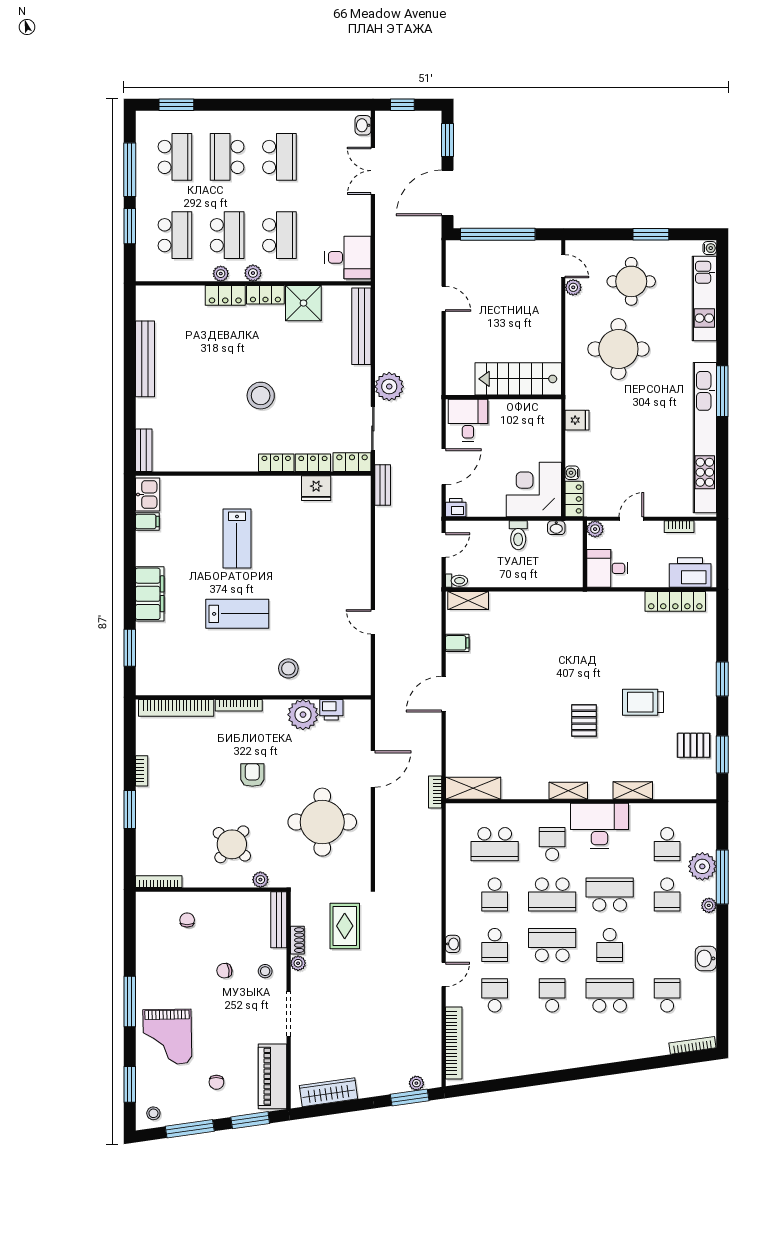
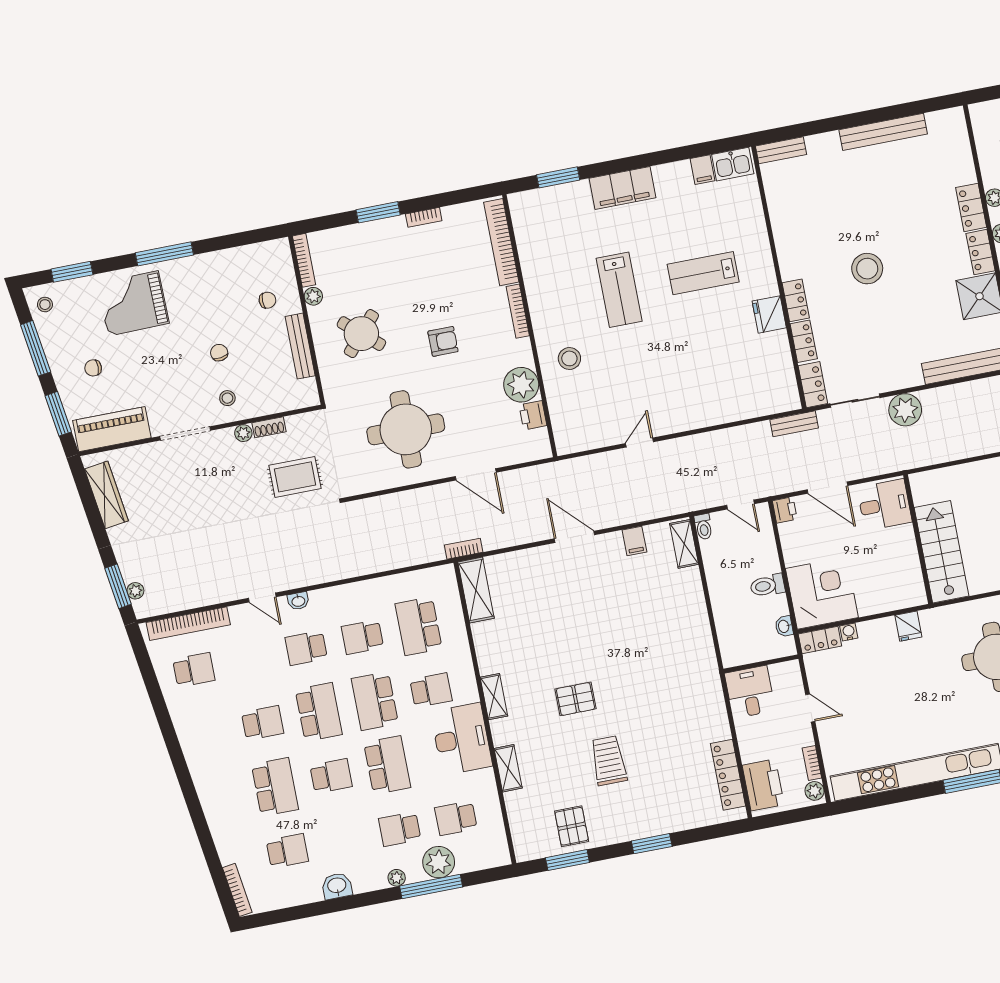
fridge: (316, 488) -> (769, 314), moved
plant: (595, 529) -> (815, 791), moved
plant: (260, 880) -> (313, 296), moved
bench: (279, 920) -> (300, 346), moved, turned 90
school desk: (610, 945) -> (331, 776), turned 180
school desk: (495, 995) -> (194, 670), moved

